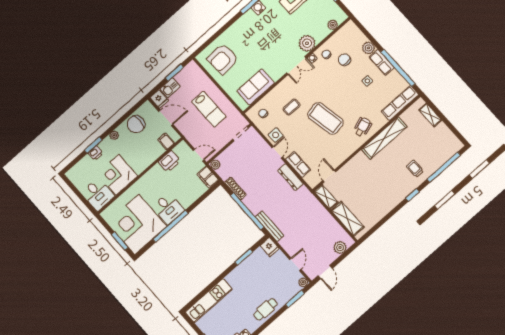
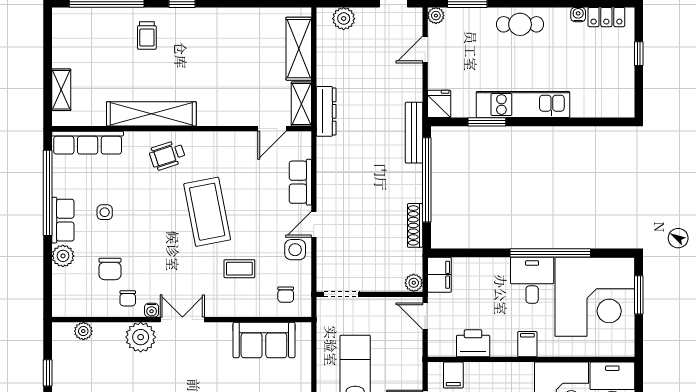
dresser: (290, 177) -> (326, 111), moved
filing cabinet: (147, 181) -> (527, 344), added
kitchen unit: (209, 301) -> (523, 105), moved

